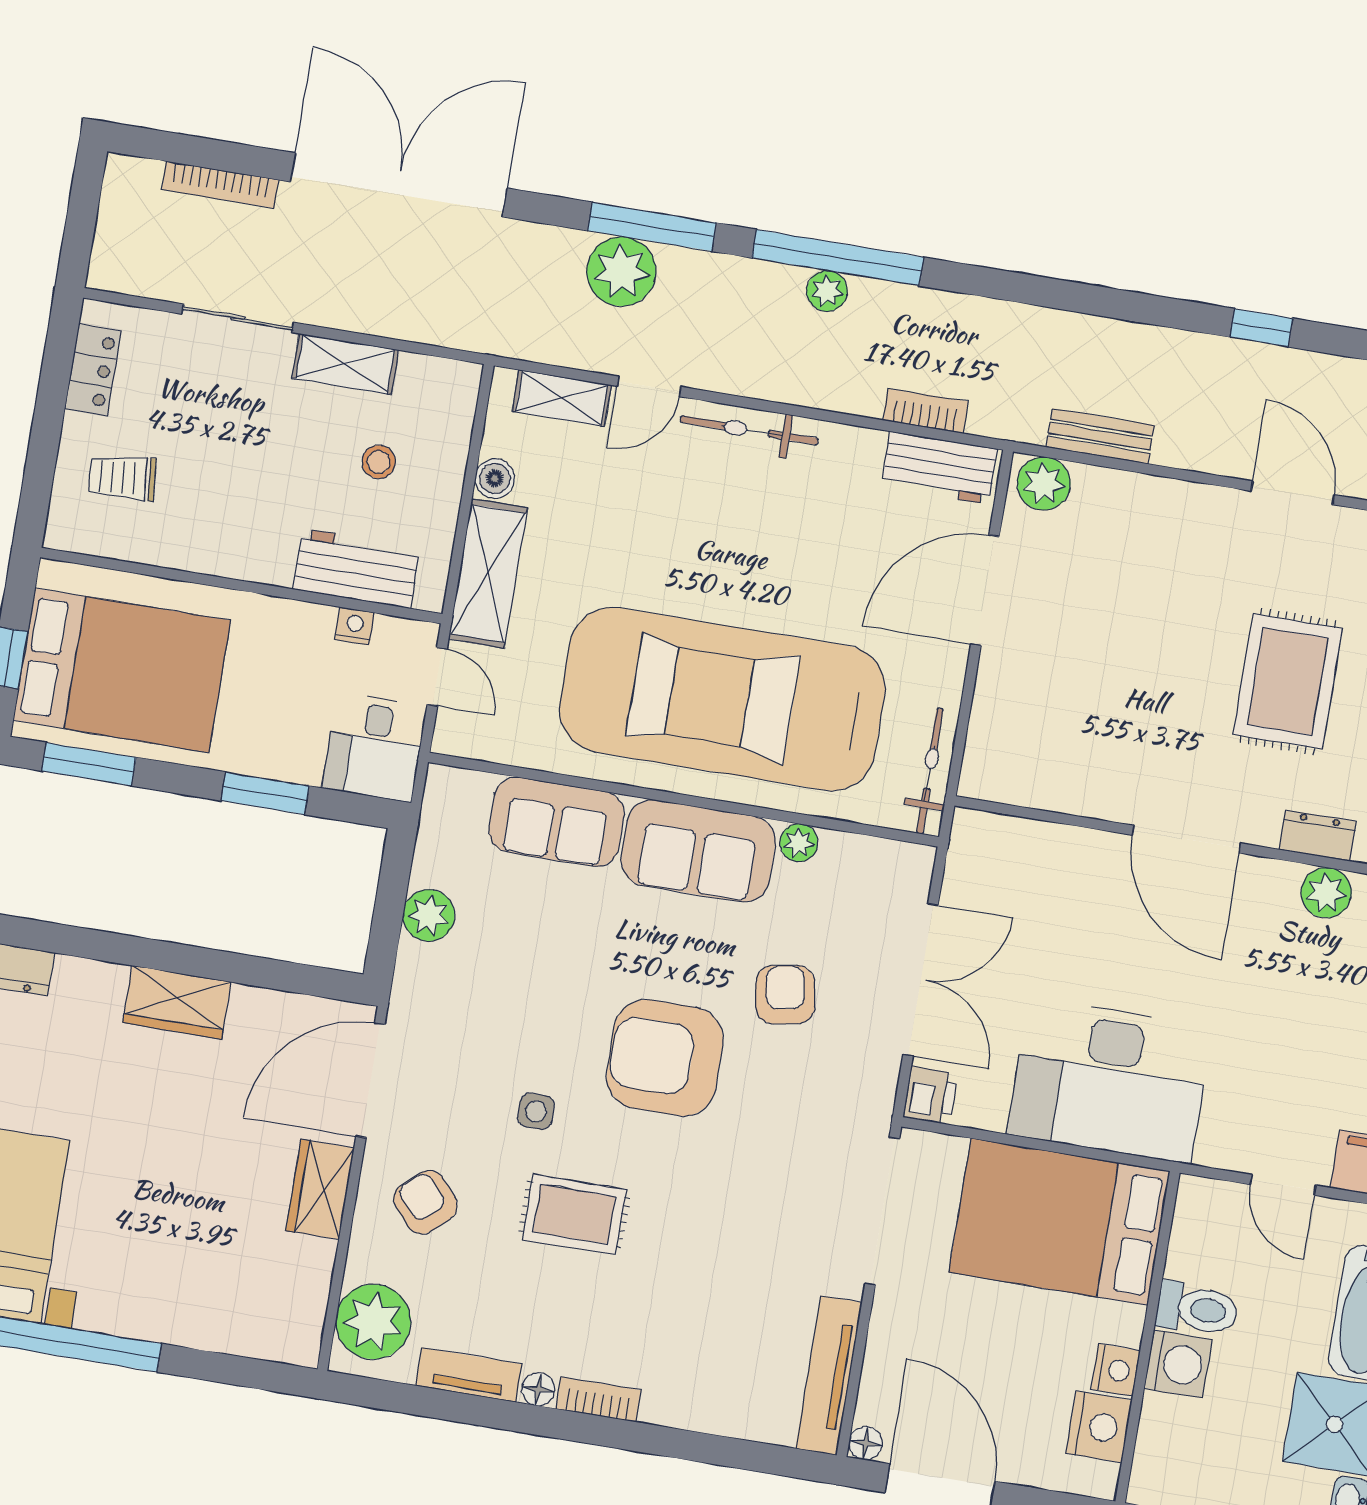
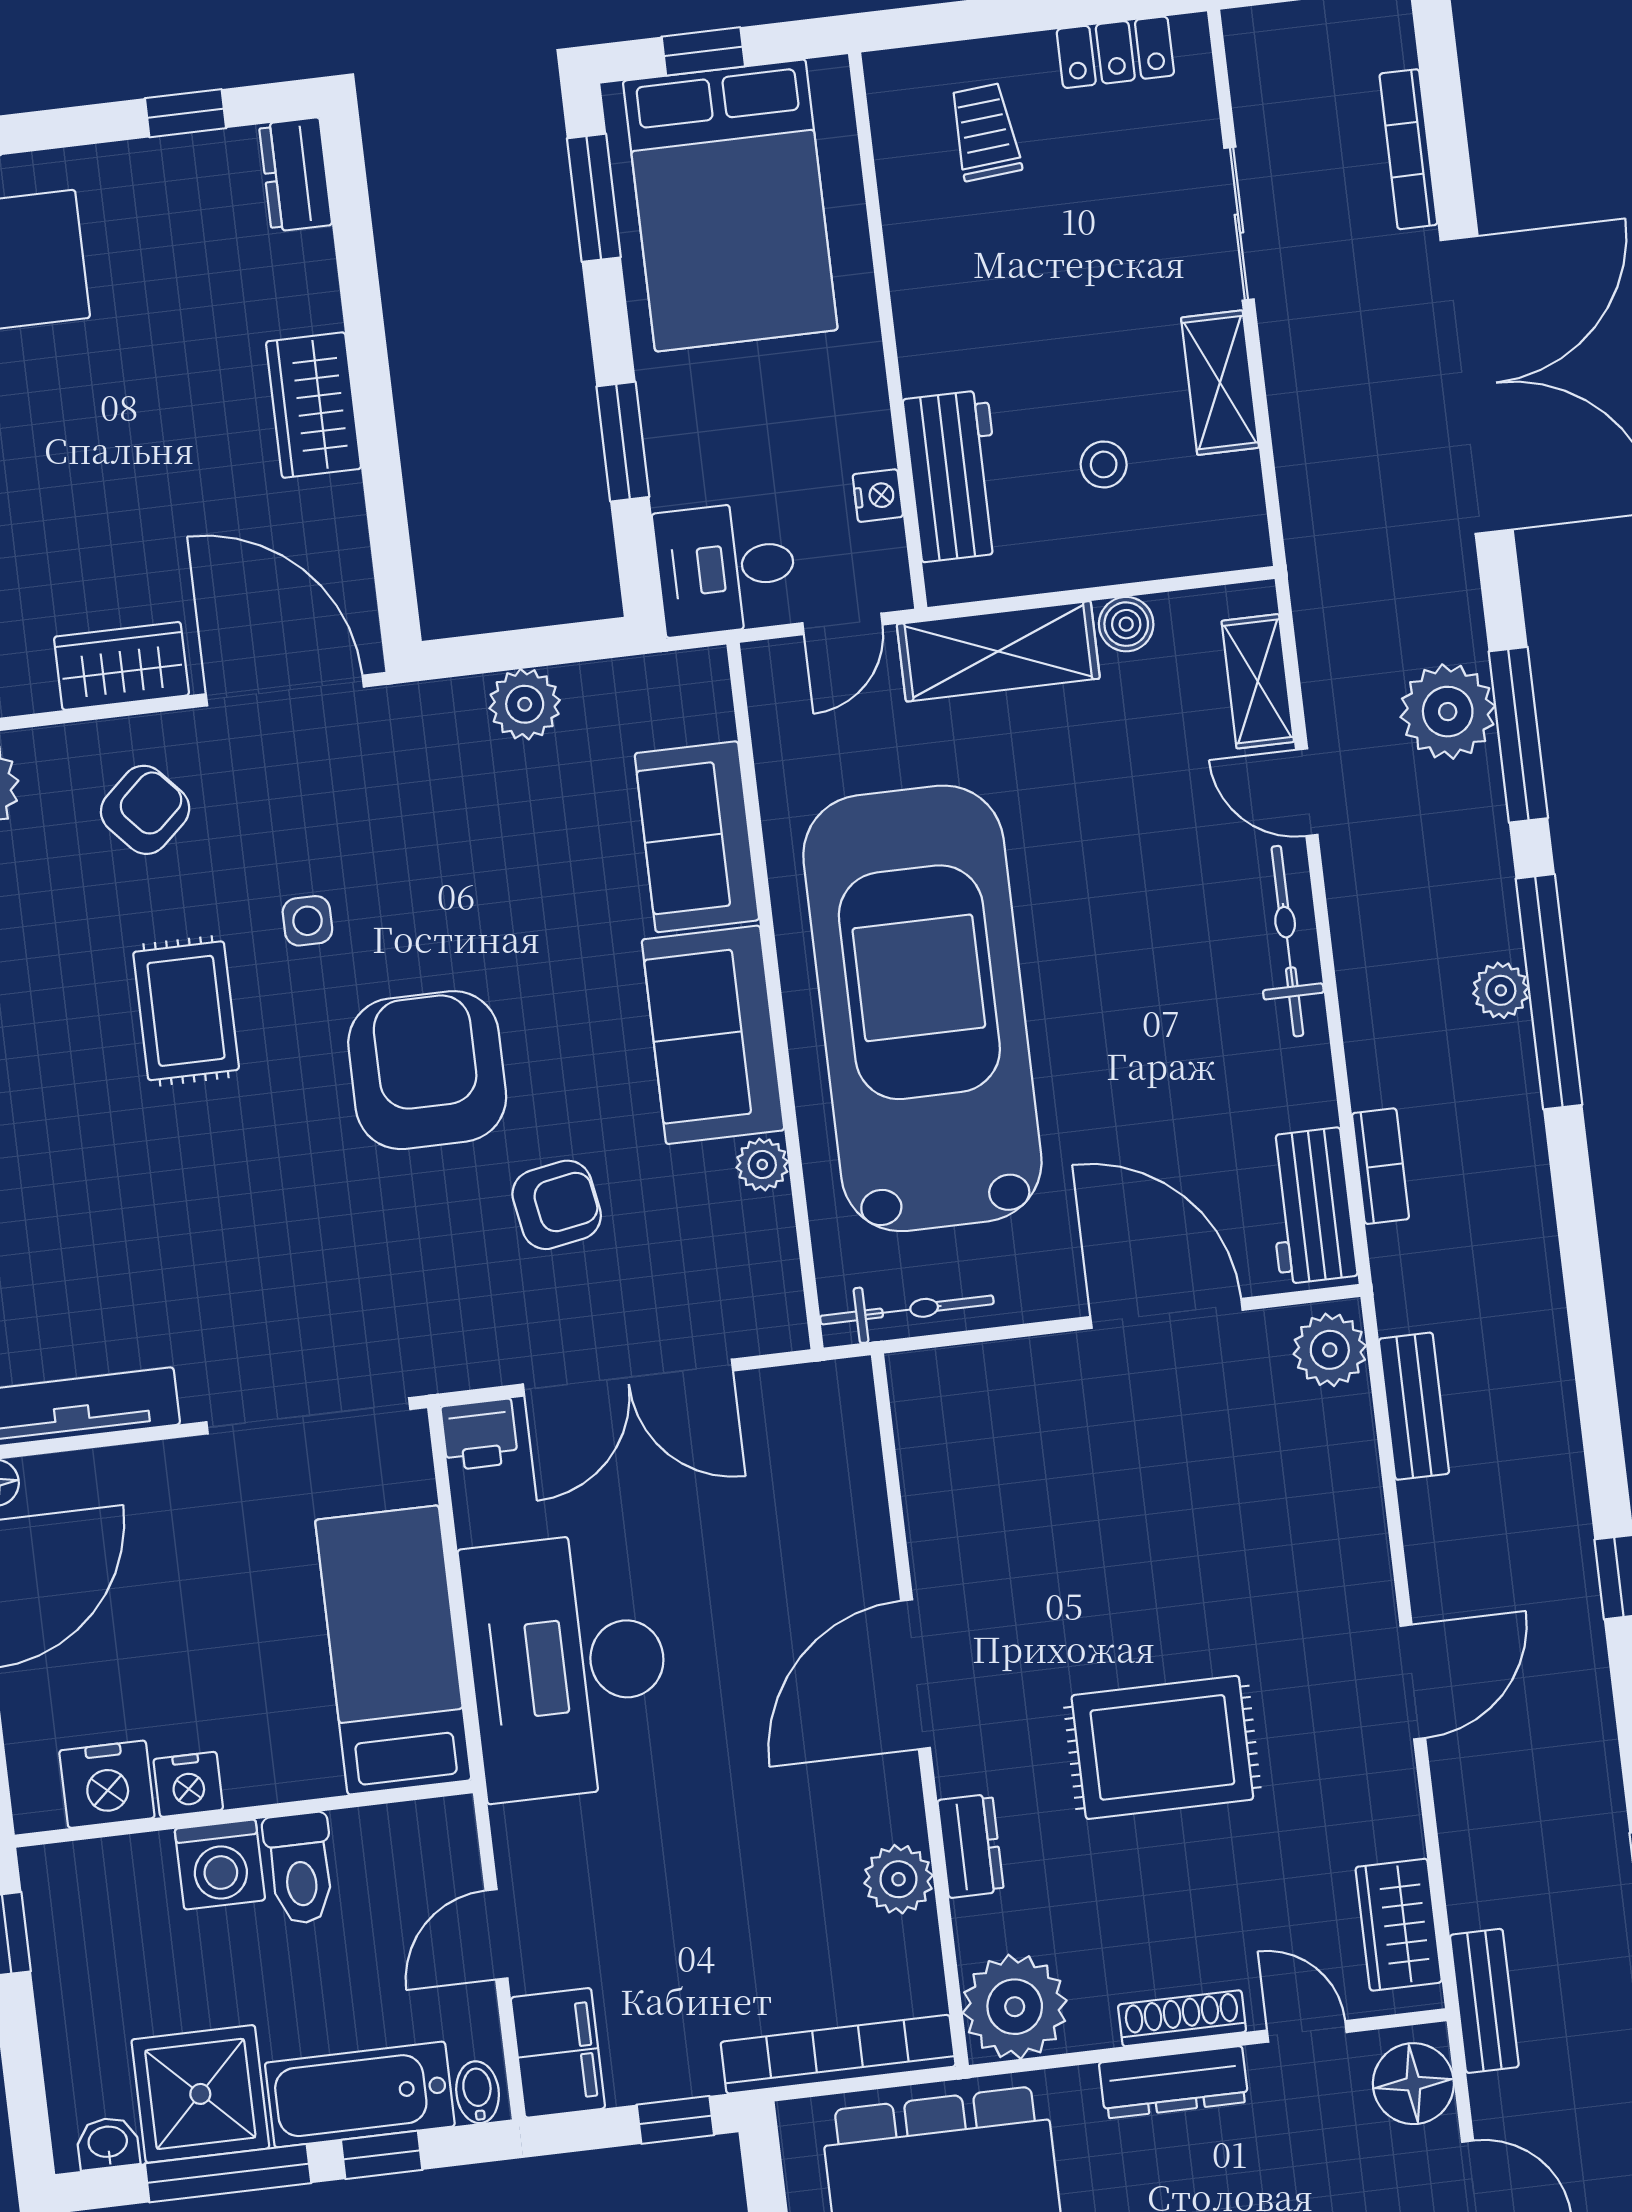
bed: (1060, 1222) -> (393, 1650), width x0.67

